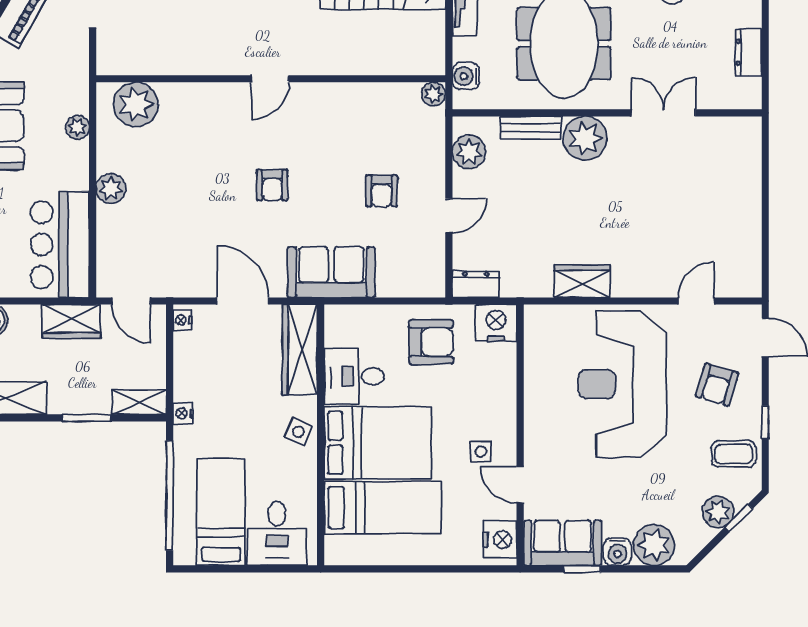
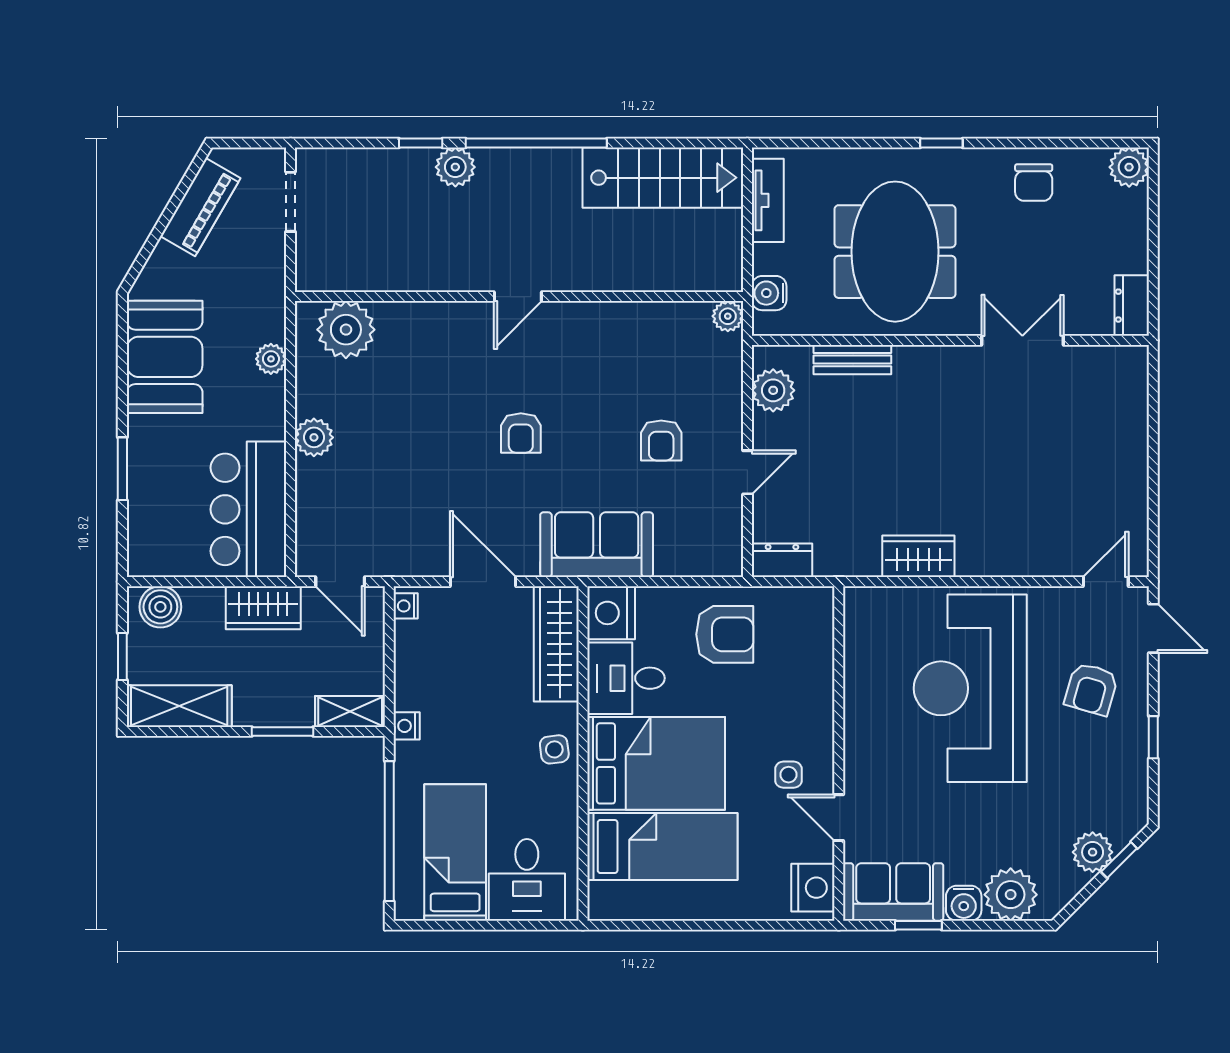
dresser: (749, 52) -> (1132, 306), moved
plant: (585, 138) -> (922, 373), removed
door: (696, 301) -> (1106, 582), moved
nightstand: (496, 323) -> (611, 613), moved, turned -90
side table: (298, 432) -> (554, 749), turned -31
coffee table: (734, 454) -> (1113, 778), removed

